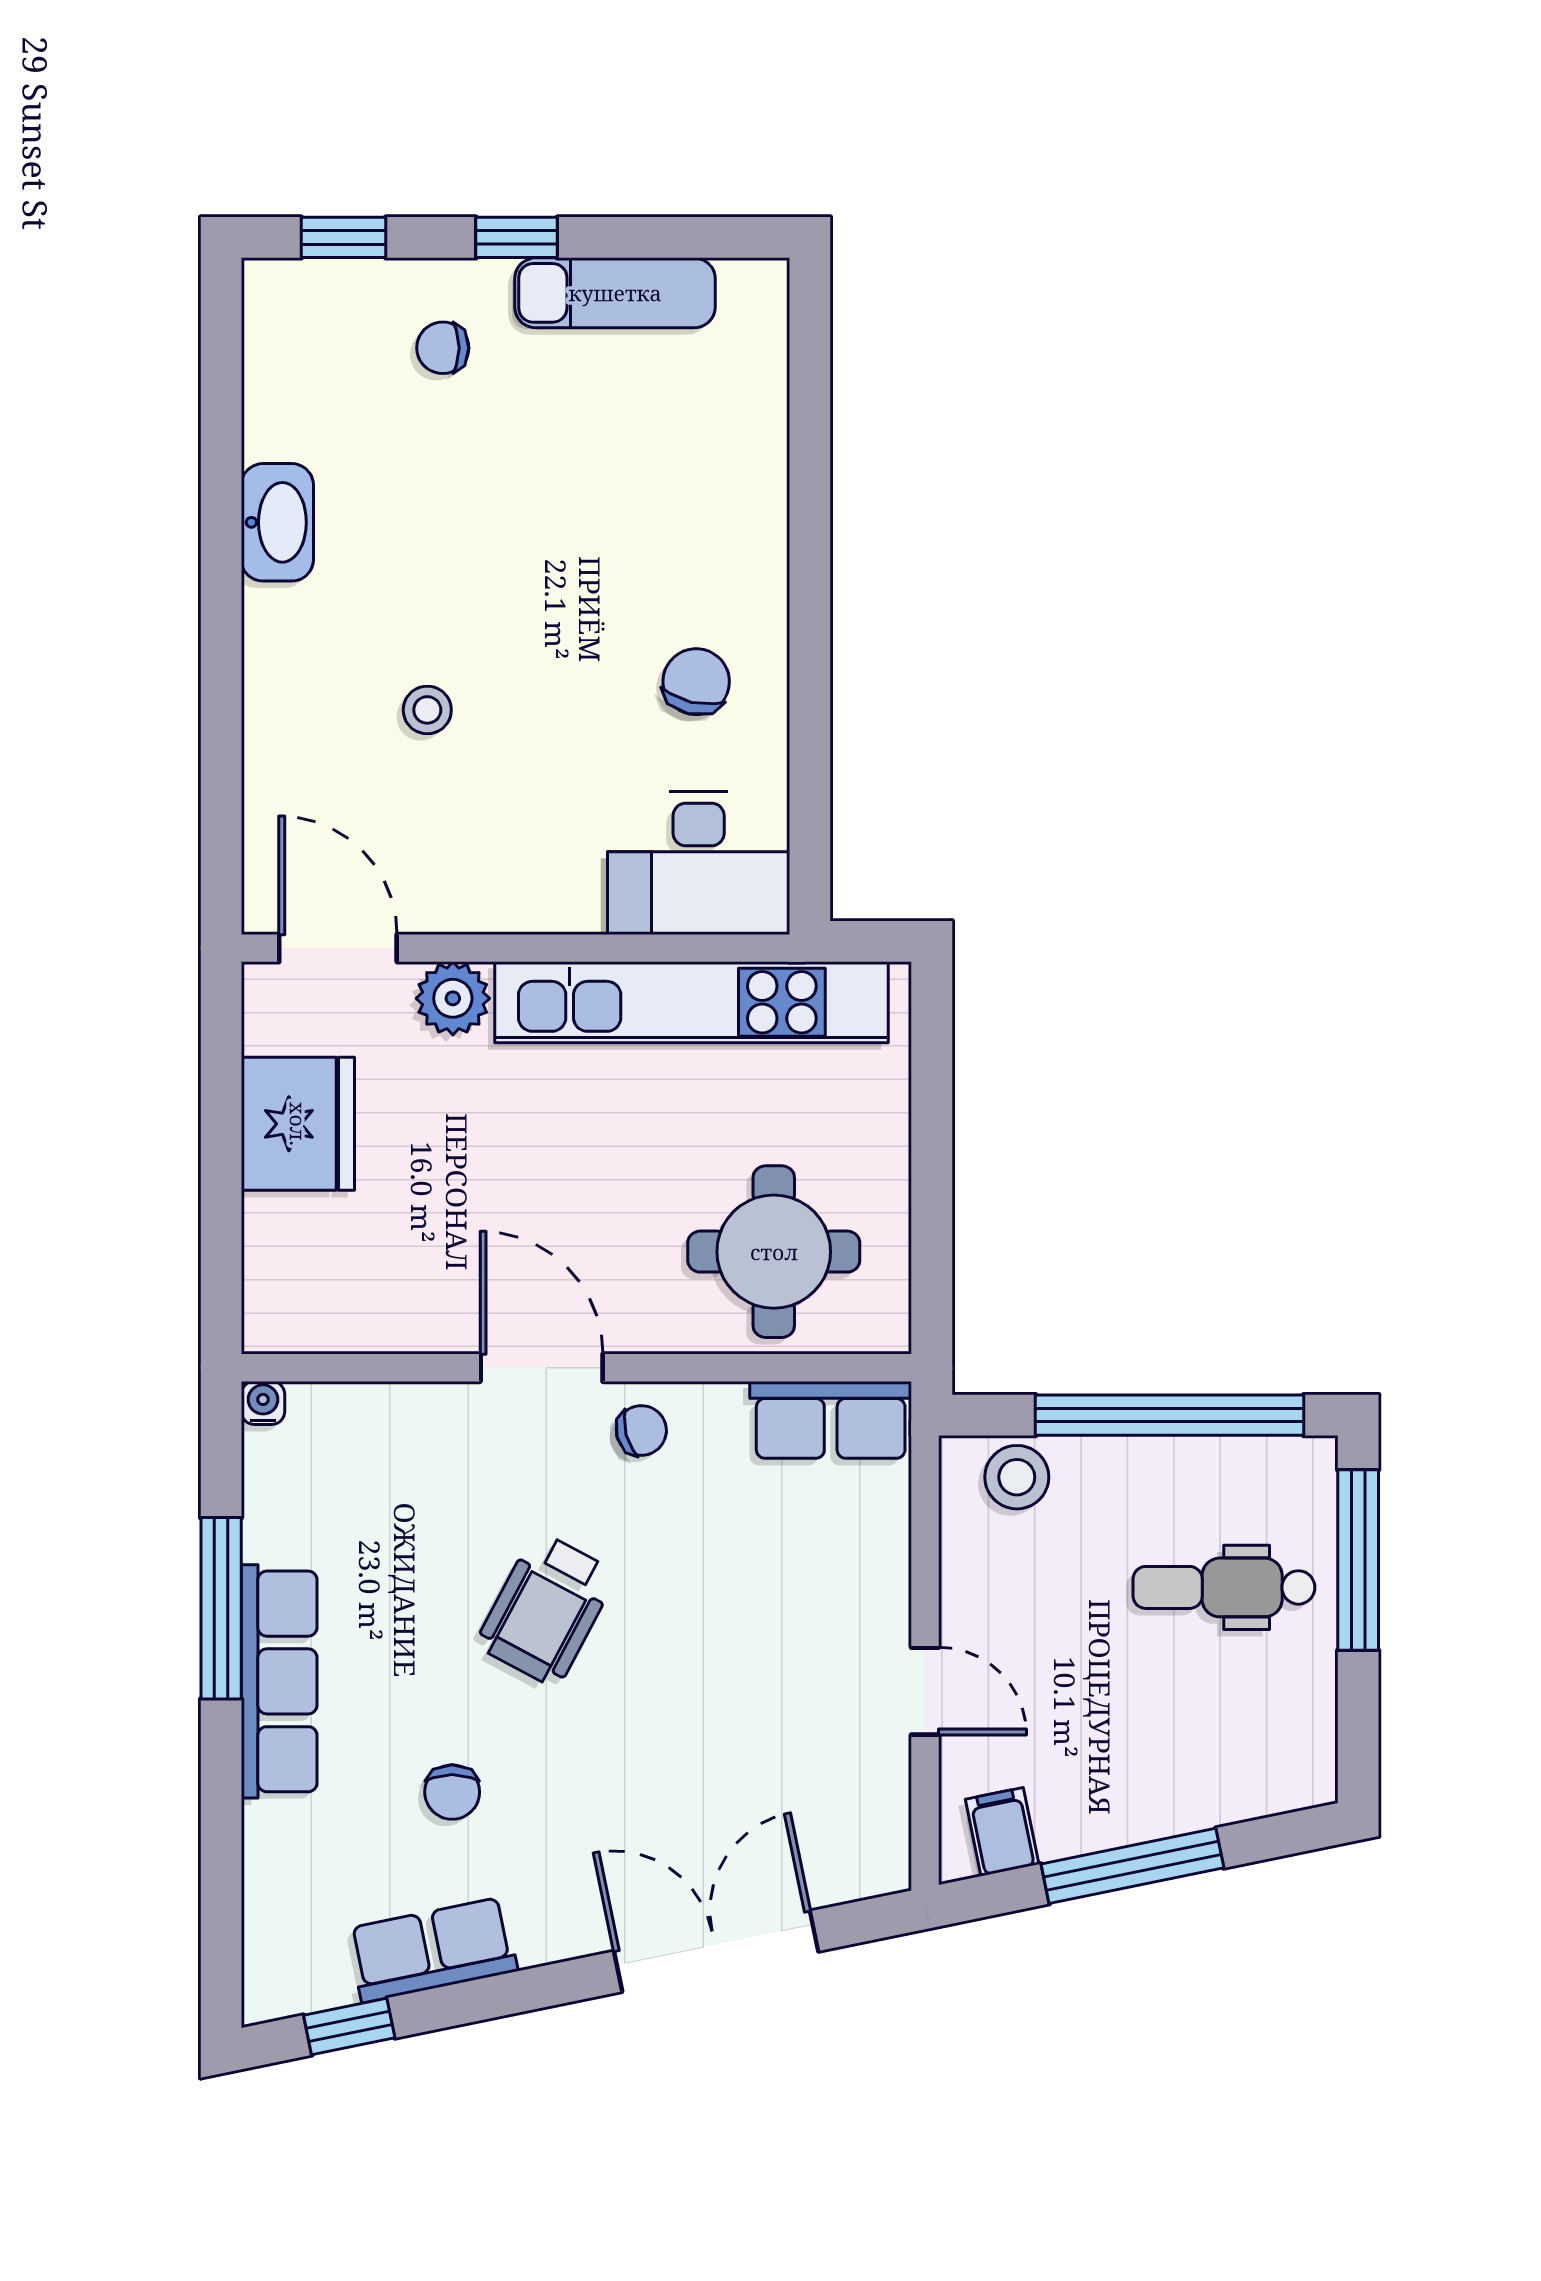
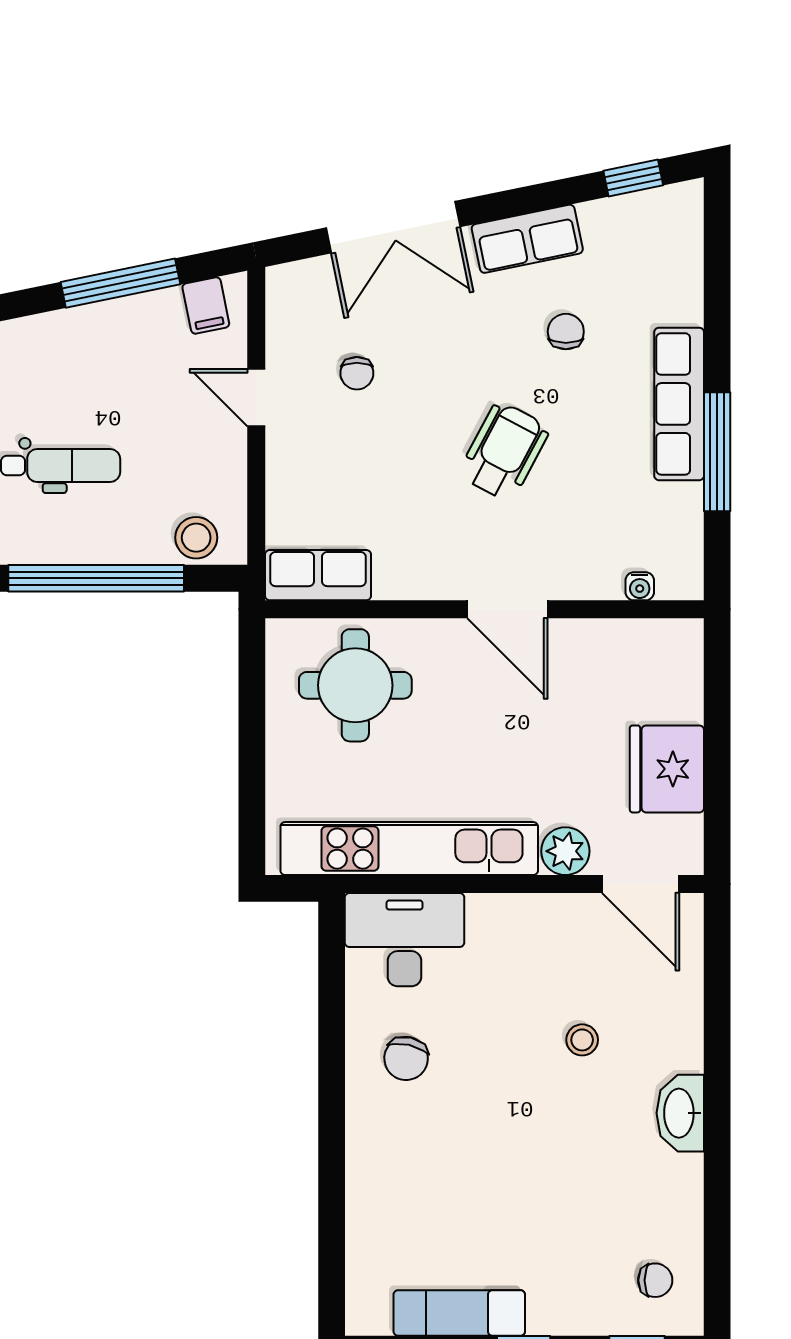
chair: (443, 348) -> (655, 1280), moved
washbasin: (277, 522) -> (680, 1113), moved
water cooler: (263, 1403) -> (640, 586), moved
chair: (641, 1430) -> (357, 373), moved, turned -75
row of seats: (432, 1950) -> (527, 239), moved

